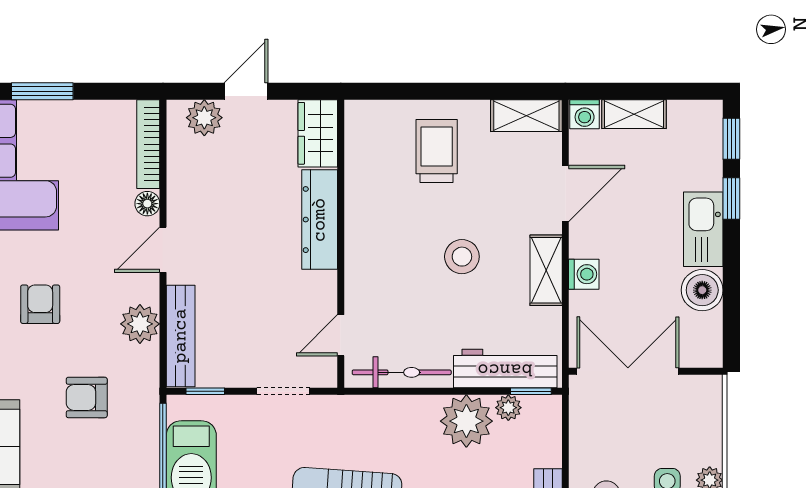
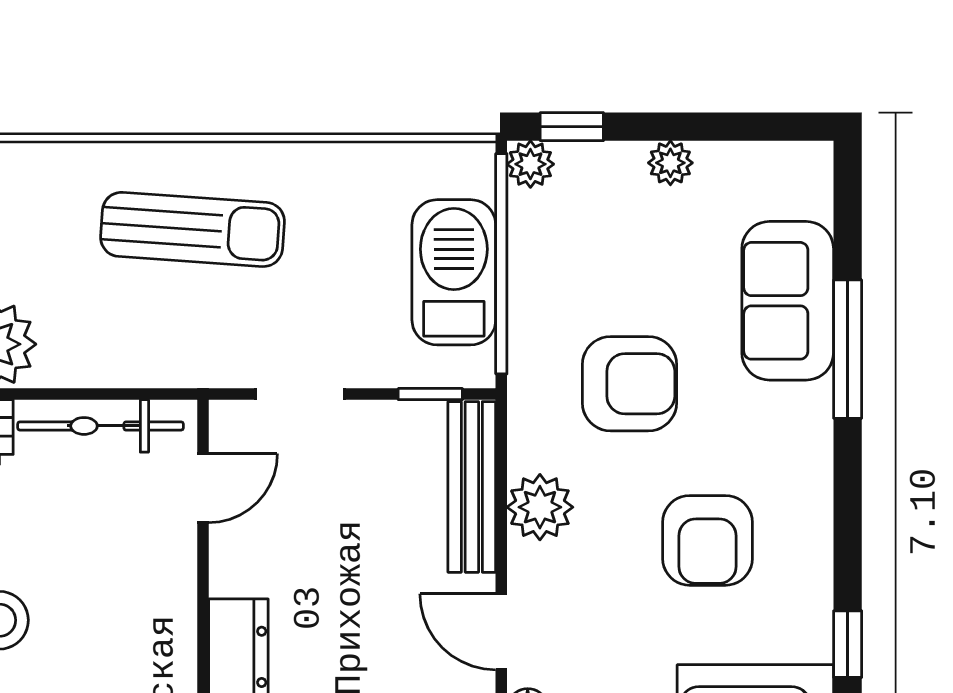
door: (163, 250) -> (501, 632), swing flipped
armchair: (40, 304) -> (708, 540), width x1.38, depth x1.38
armchair: (87, 397) -> (629, 384), width x1.38, depth x1.38

